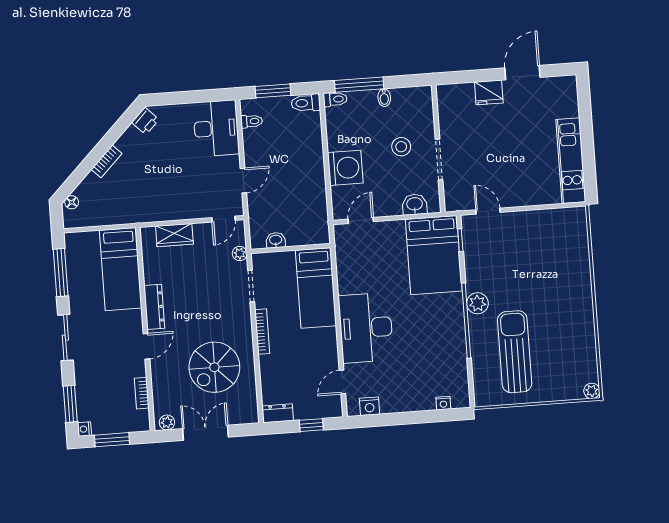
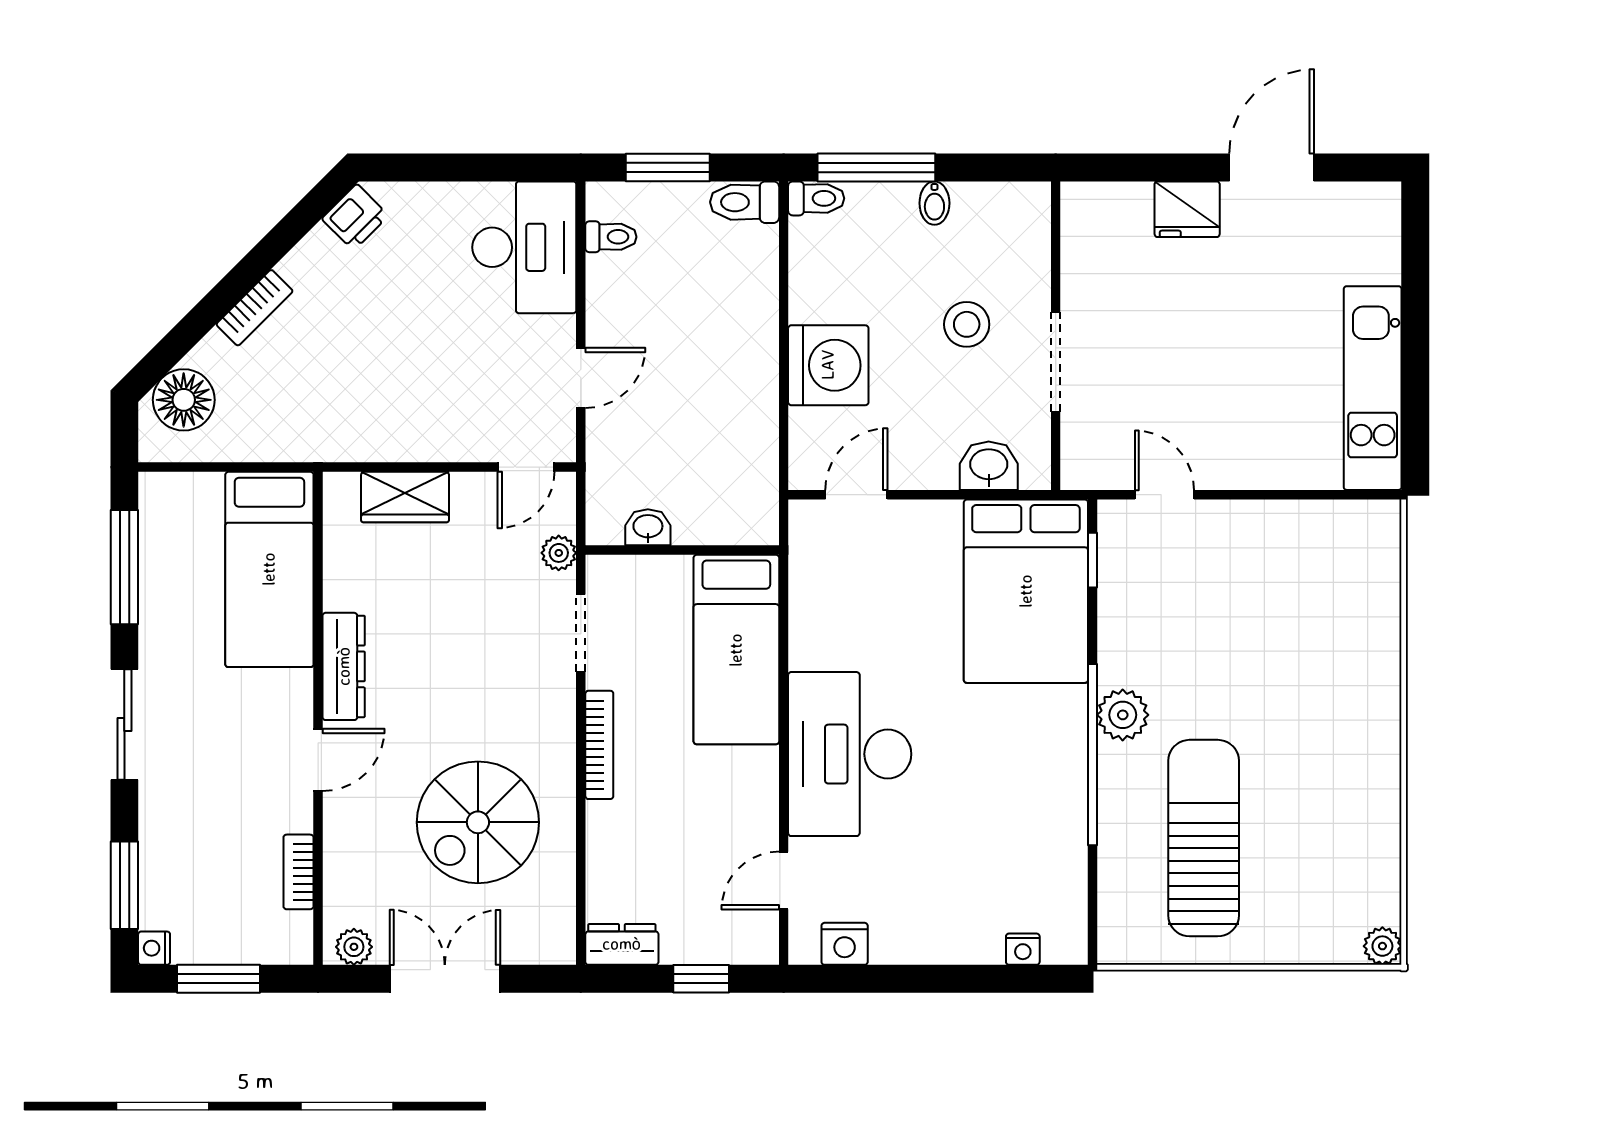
floor lamp: (72, 202) -> (184, 400), width x1.89, depth x1.89

